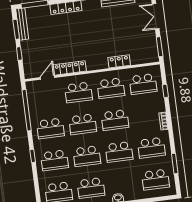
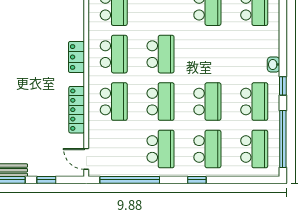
locker: (119, 61) -> (77, 57), moved
door: (47, 77) -> (86, 159), moved
school desk: (119, 152) -> (207, 54), removed

